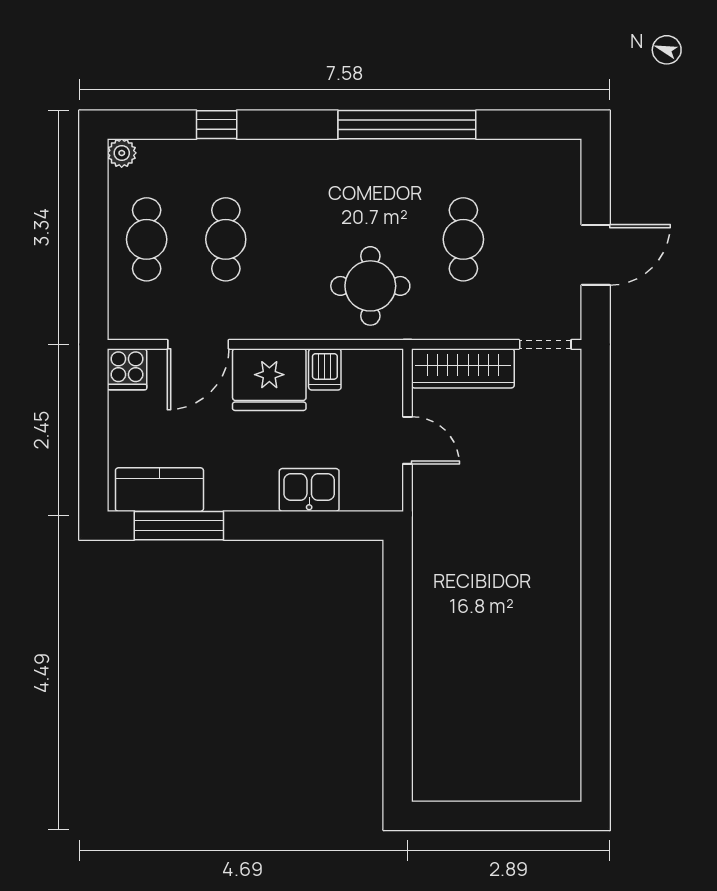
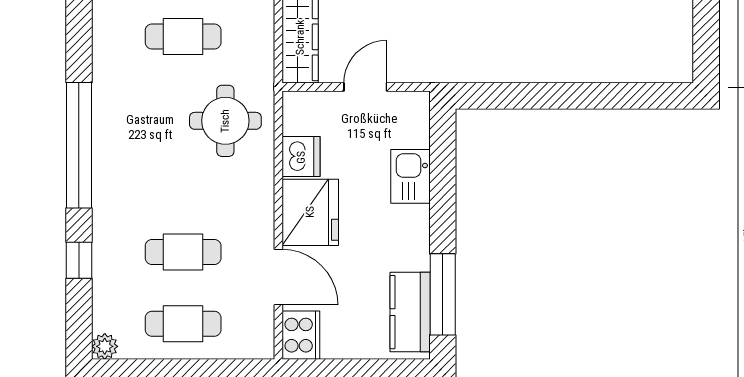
window: (407, 125) -> (79, 145), moved
cooker: (127, 369) -> (301, 335), width x1.36
dishwasher: (325, 369) -> (301, 157), width x1.38

